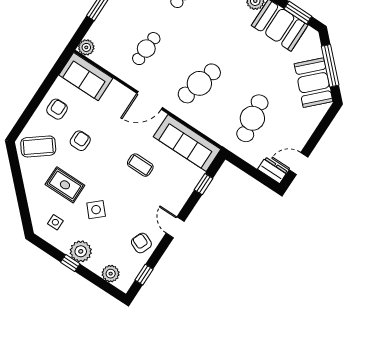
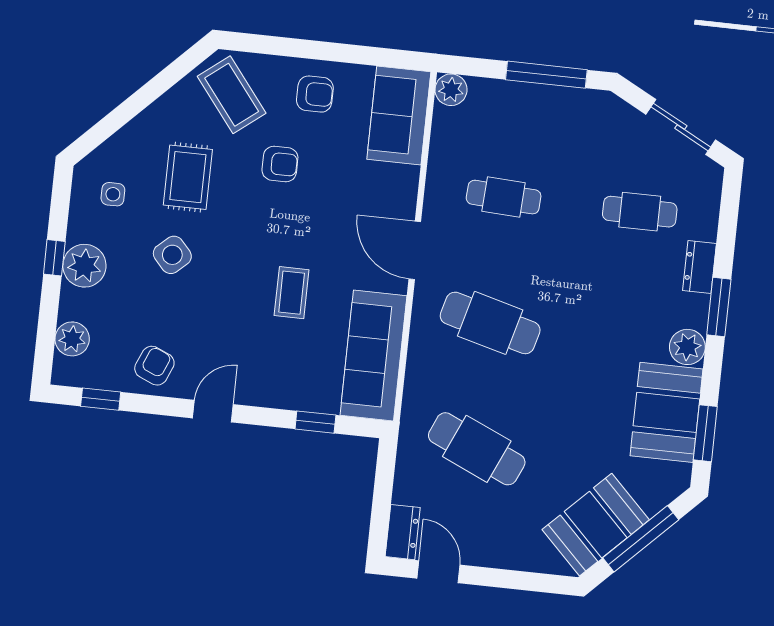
cafe table: (252, 118) -> (477, 449), turned 33

